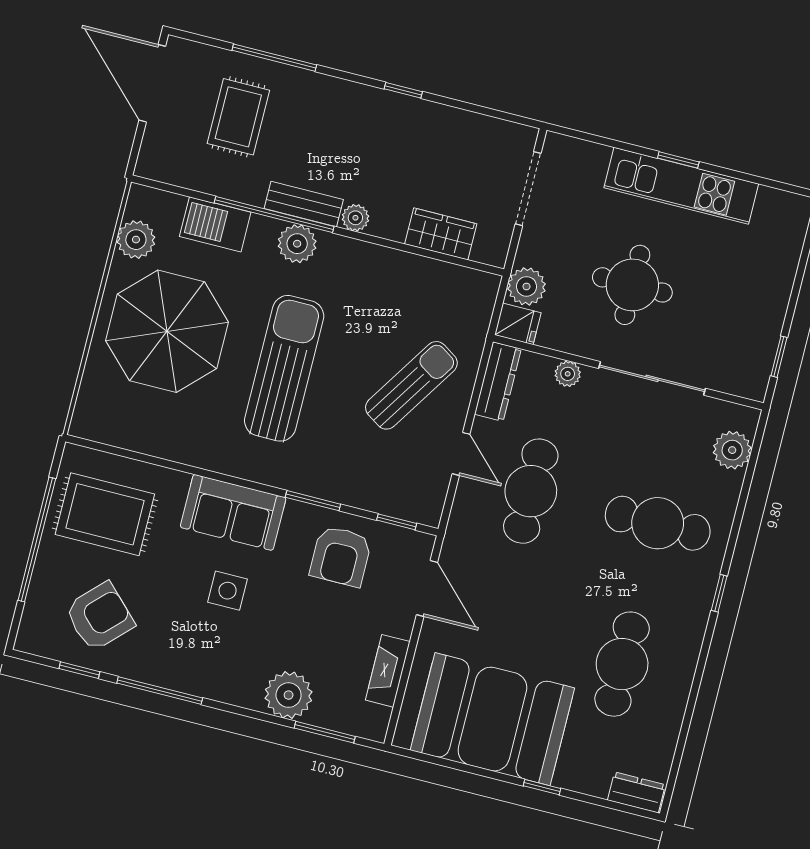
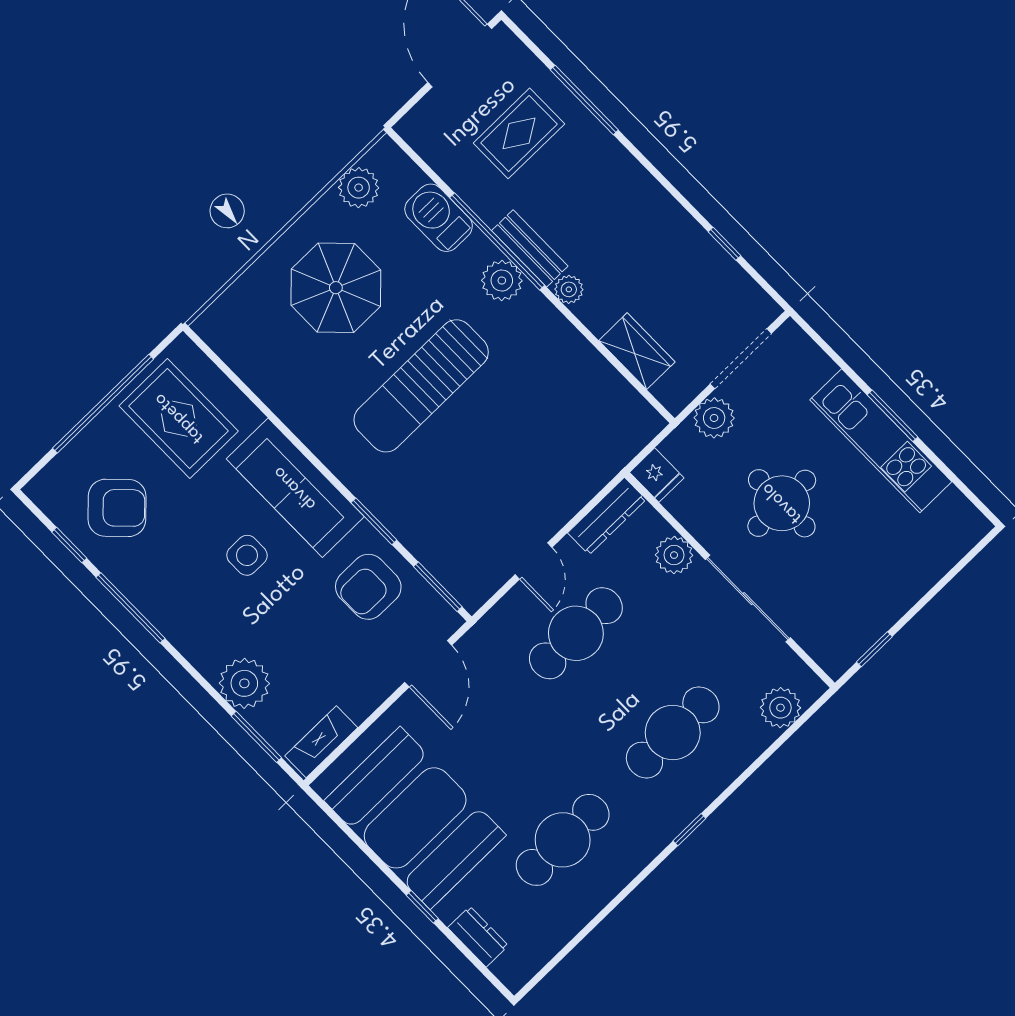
window: (403, 90) -> (724, 244), moved
window: (678, 160) -> (892, 416), width x1.50
plant: (527, 286) -> (714, 418), moved
parasol: (167, 331) -> (336, 288), width x0.73, depth x0.73
sun lounger: (284, 368) -> (421, 386), turned 180
plant: (568, 374) -> (674, 555), width x1.38, depth x1.38
sun lounger: (411, 385) -> (527, 472), removed
sofa: (233, 512) -> (295, 488), width x1.36
window: (397, 522) -> (438, 587), width x1.50
cafe table: (658, 523) -> (673, 732), turned 90
fireplace: (388, 671) -> (321, 742), moved
dresser: (636, 792) -> (478, 937), moved

